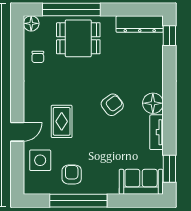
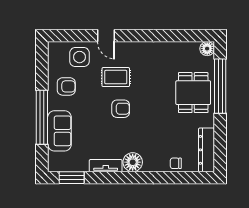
window: (169, 36) -> (196, 178), removed
chair: (38, 57) -> (176, 163), moved
armchair: (112, 105) -> (121, 109), moved, turned -53
sofa: (141, 182) -> (59, 131), moved
window: (78, 201) -> (42, 117), moved

